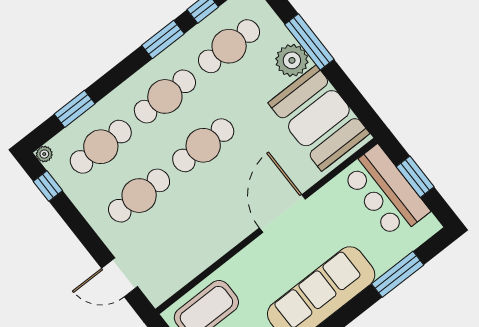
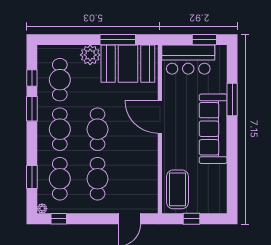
window: (309, 42) -> (118, 40), moved
window: (415, 177) -> (204, 40), moved
window: (398, 274) -> (232, 99), moved

